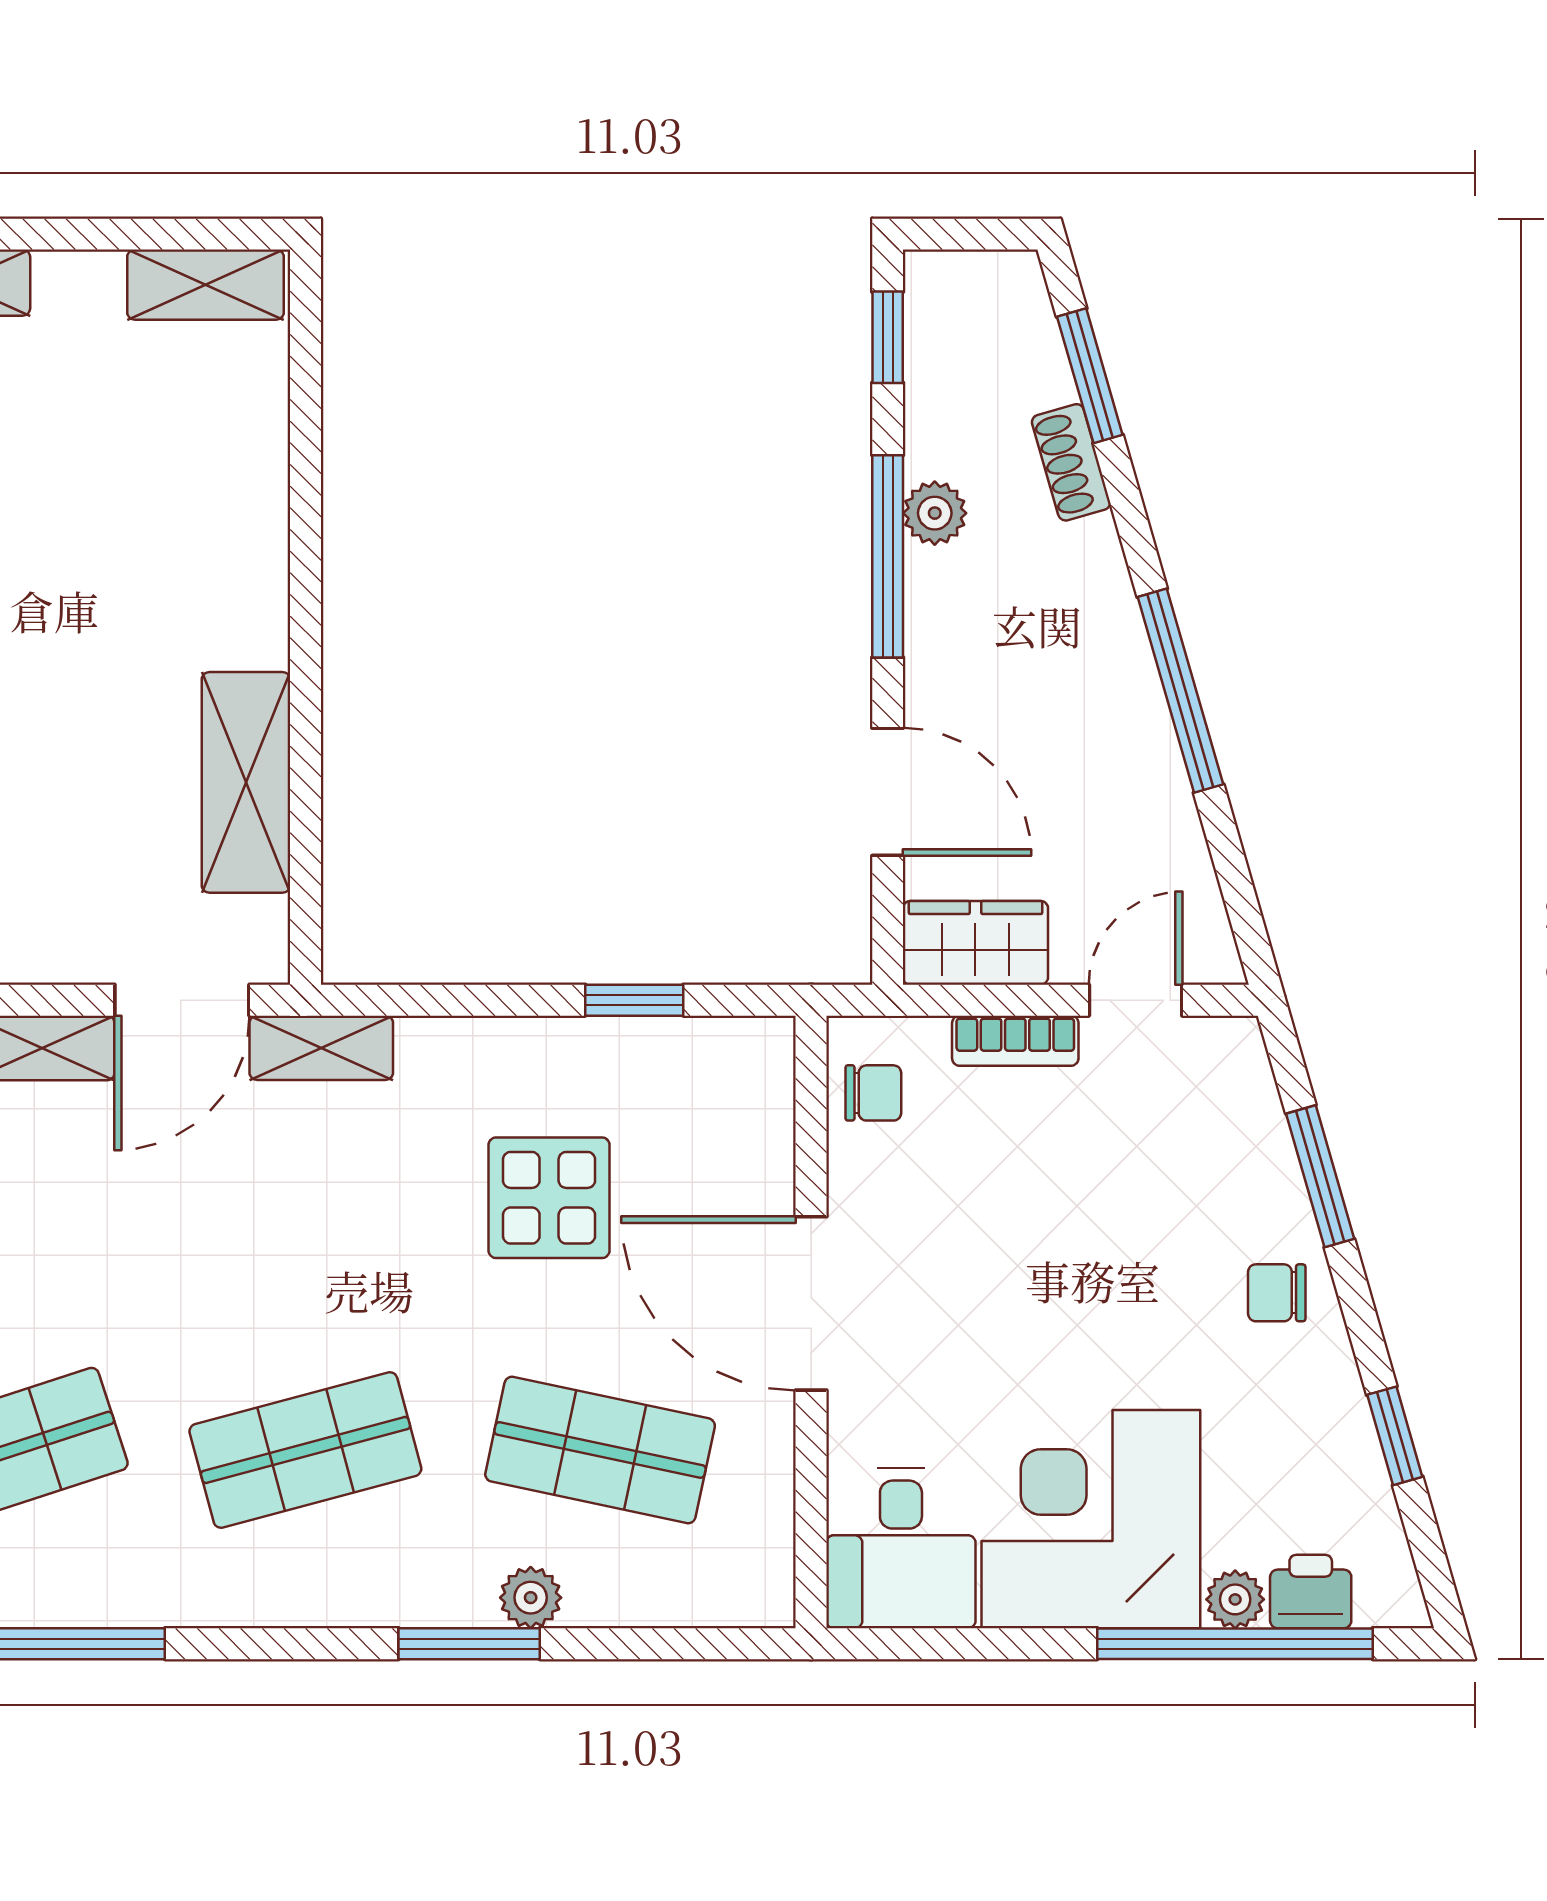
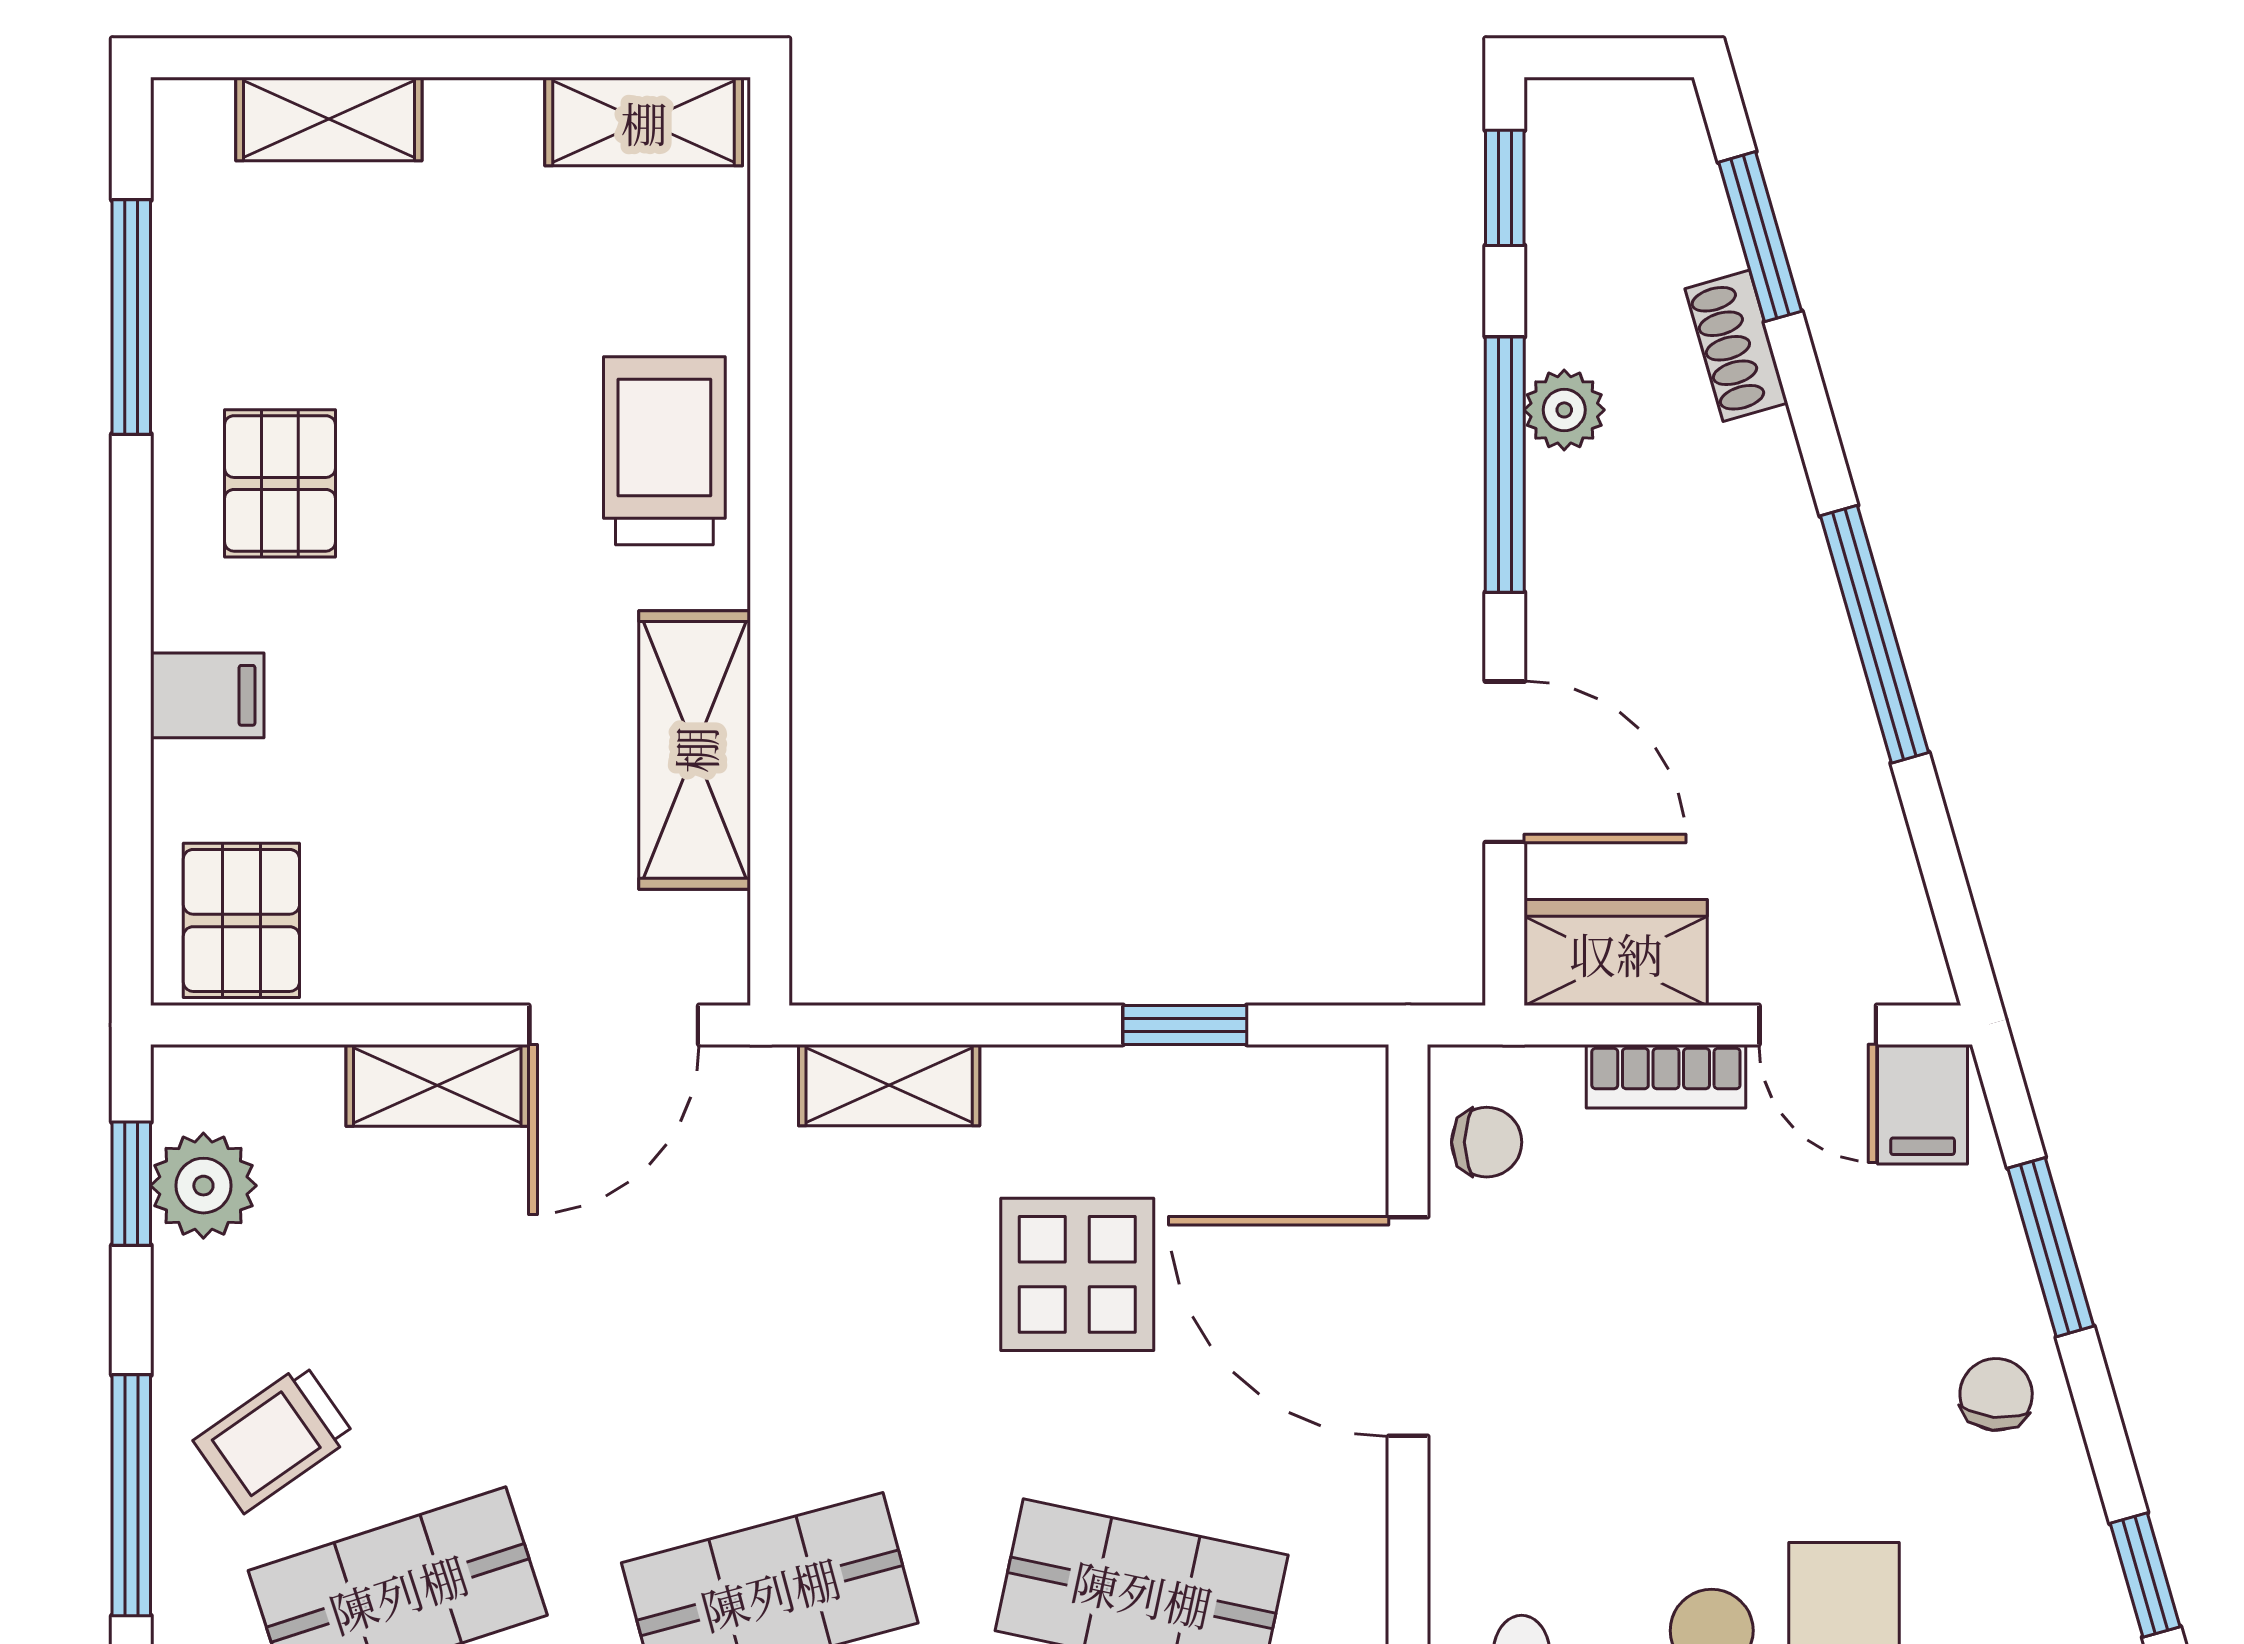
trolley: (222, 545) -> (664, 451), added
door: (1136, 1000) -> (1818, 1025), swing flipped
shelving: (321, 1048) -> (889, 1085), moved
filing cabinet: (1219, 1063) -> (1923, 1104), added
chair: (1277, 1293) -> (1996, 1394), turned 96
door: (811, 1303) -> (1408, 1326), moved

